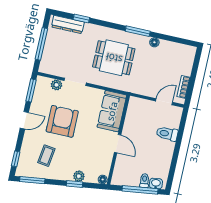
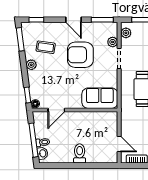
plant: (50, 69) -> (126, 33), added
armchair: (62, 121) -> (80, 55), turned 180
toilet: (167, 134) -> (80, 153), moved
door: (118, 144) -> (56, 110), moved
plant: (79, 176) -> (31, 65), moved
window: (74, 184) -> (28, 95), moved

